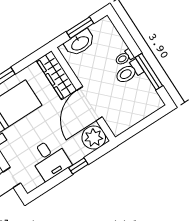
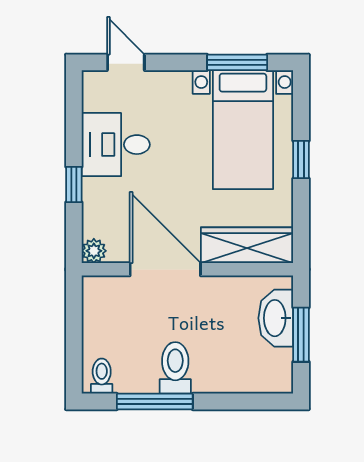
toilet: (124, 57) -> (102, 376), moved
plant: (94, 138) -> (94, 251), width x0.53, depth x0.53

